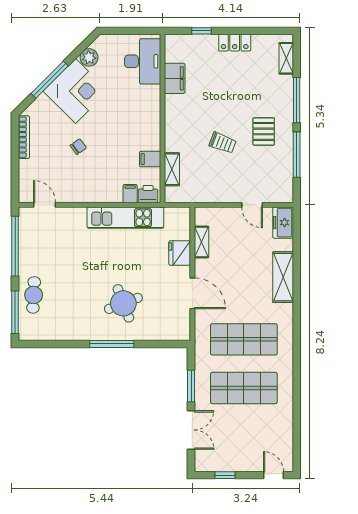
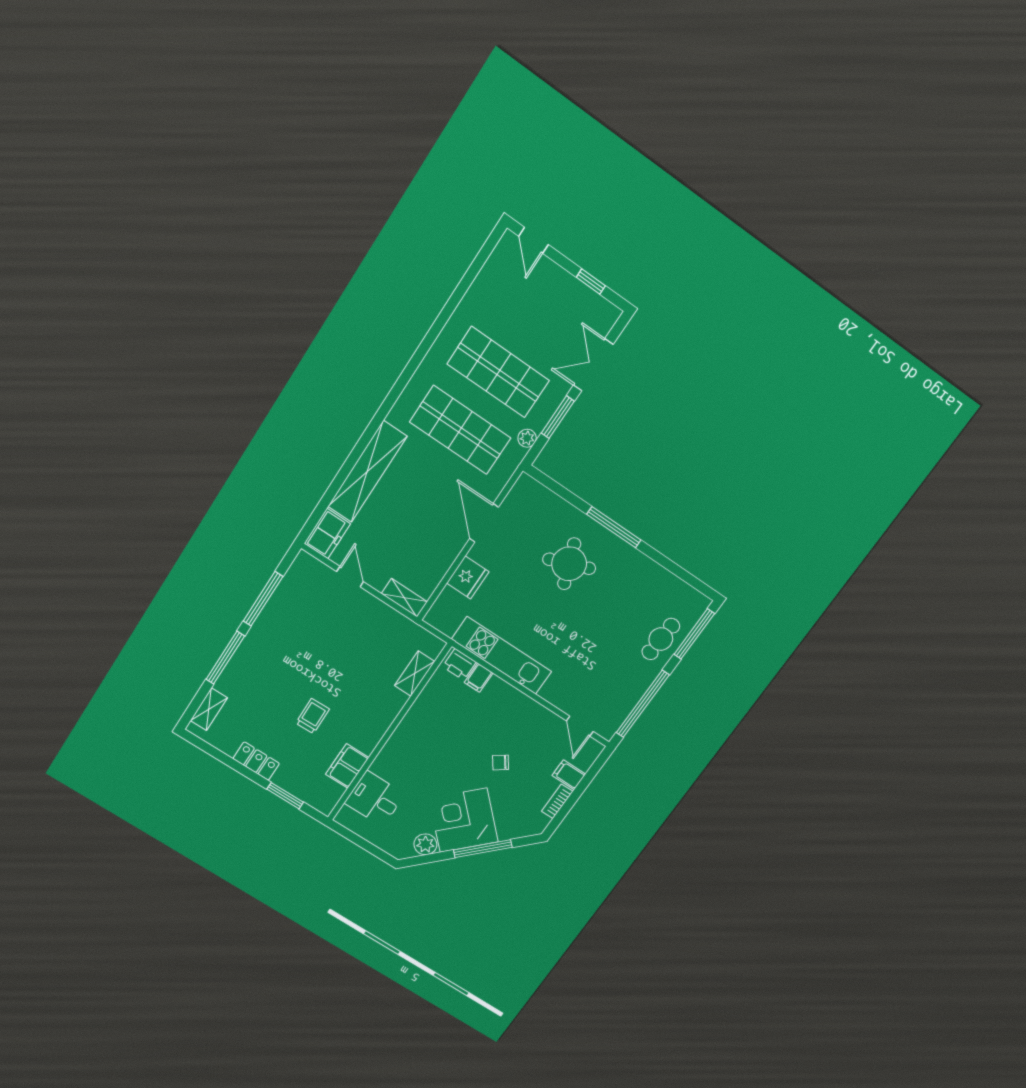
window: (201, 31) -> (285, 796), width x1.50
desk: (143, 61) -> (375, 799), width x0.73
pallet: (264, 131) -> (285, 648), removed
bookcase: (24, 137) -> (557, 801), width x0.64
trolley: (223, 143) -> (313, 716), moved, turned 68
filing cabinet: (150, 159) -> (569, 775), moved, turned 180
shelving: (202, 242) -> (404, 598), moved, turned 90
shelving: (283, 277) -> (367, 472), width x1.47
plant: (201, 361) -> (527, 438), added

